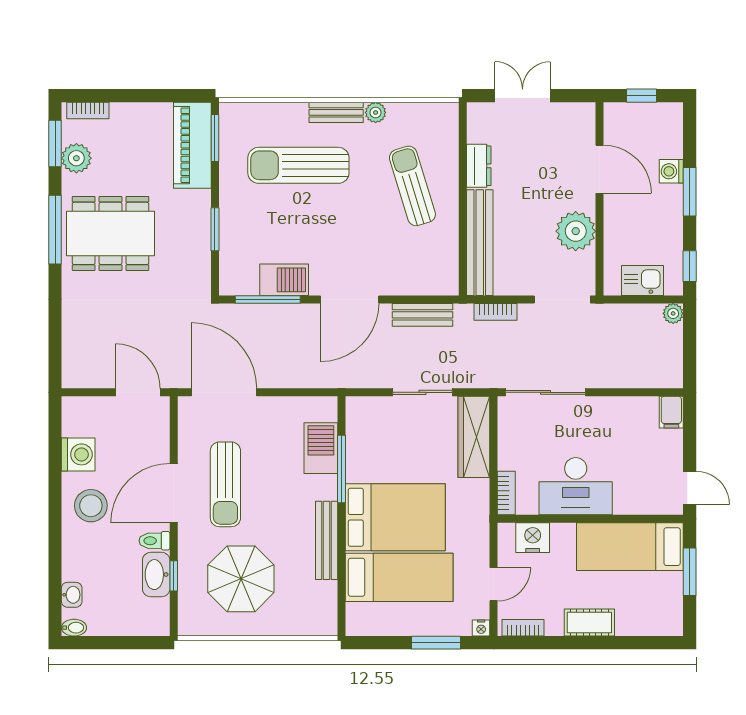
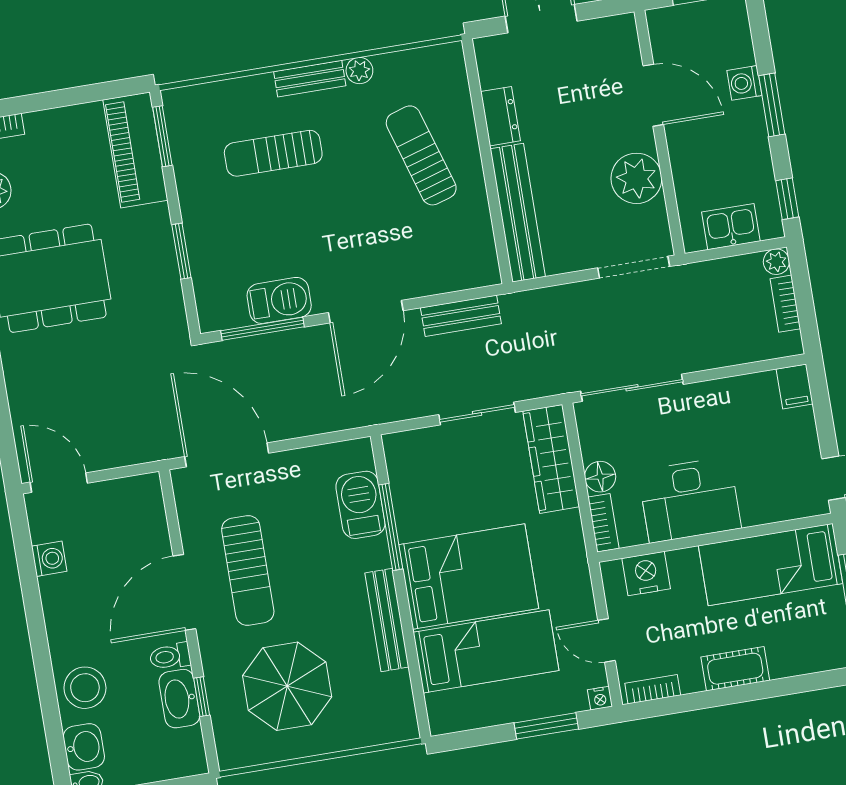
sun lounger: (298, 165) -> (273, 153), width x0.73, depth x0.75
bookcase: (496, 312) -> (785, 304), moved, turned 90
door: (138, 392) -> (59, 483), moved
washing machine: (78, 454) -> (49, 559), width x0.73, depth x0.73
floor lamp: (510, 457) -> (600, 477), added
stool: (91, 506) -> (85, 688), moved
door: (494, 584) -> (607, 640), swing flipped
washbasin: (72, 595) -> (84, 747), width x1.38, depth x1.45

